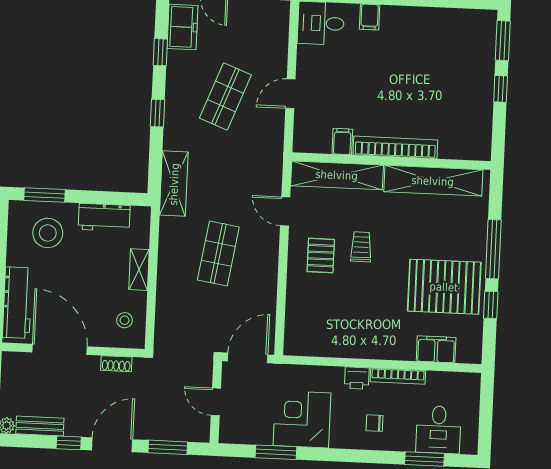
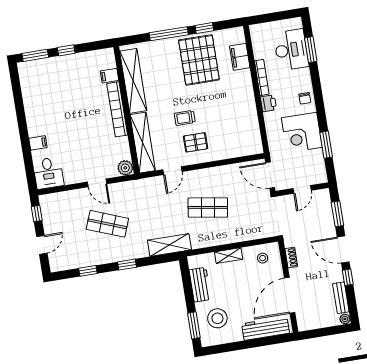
freezer: (182, 27) -> (69, 260), removed
plant: (304, 141) -> (125, 168), added
filing cabinet: (342, 142) -> (109, 76), moved
chair: (375, 423) -> (305, 98), moved
desk: (438, 430) -> (291, 50), width x1.37

